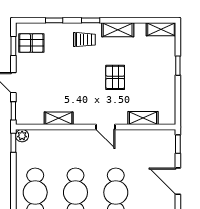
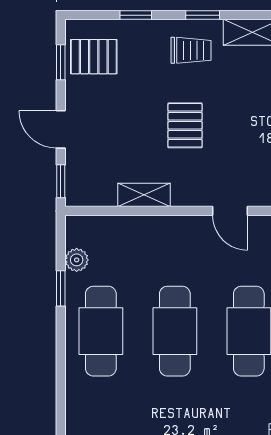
pallet: (115, 77) -> (185, 125), moved
plant: (22, 136) -> (77, 260), moved
window: (13, 143) -> (61, 288), moved

